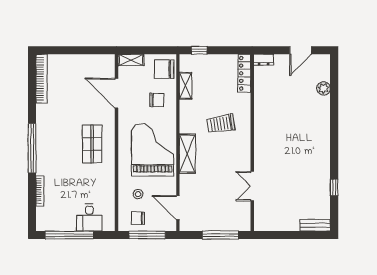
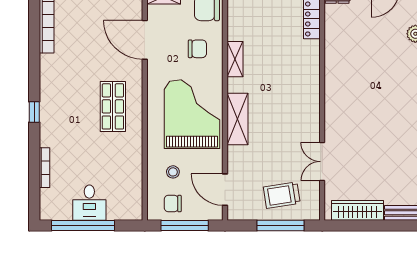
shelving: (186, 86) -> (235, 59), moved
trolley: (221, 124) -> (282, 195), moved
window: (32, 148) -> (34, 112), width x0.32
desk: (89, 217) -> (89, 203), moved
wardrobe: (279, 223) -> (357, 210), added

